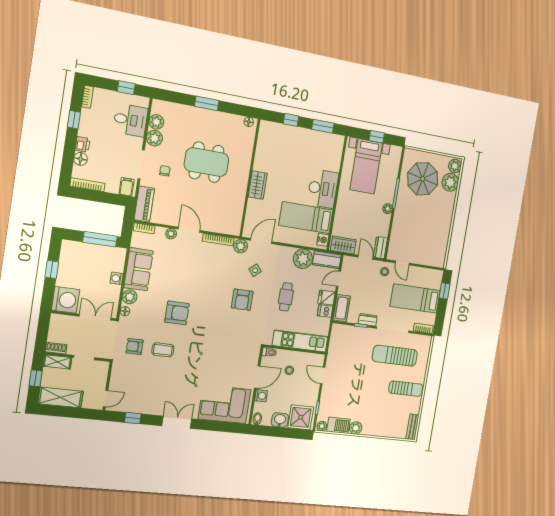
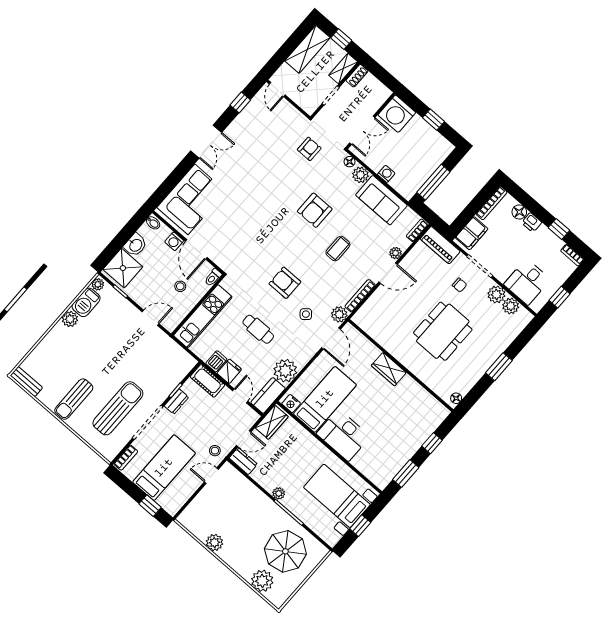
plant: (455, 166) -> (214, 543), moved
filing cabinet: (127, 187) -> (472, 233), width x2.00
coffee table: (163, 350) -> (338, 249), moved

